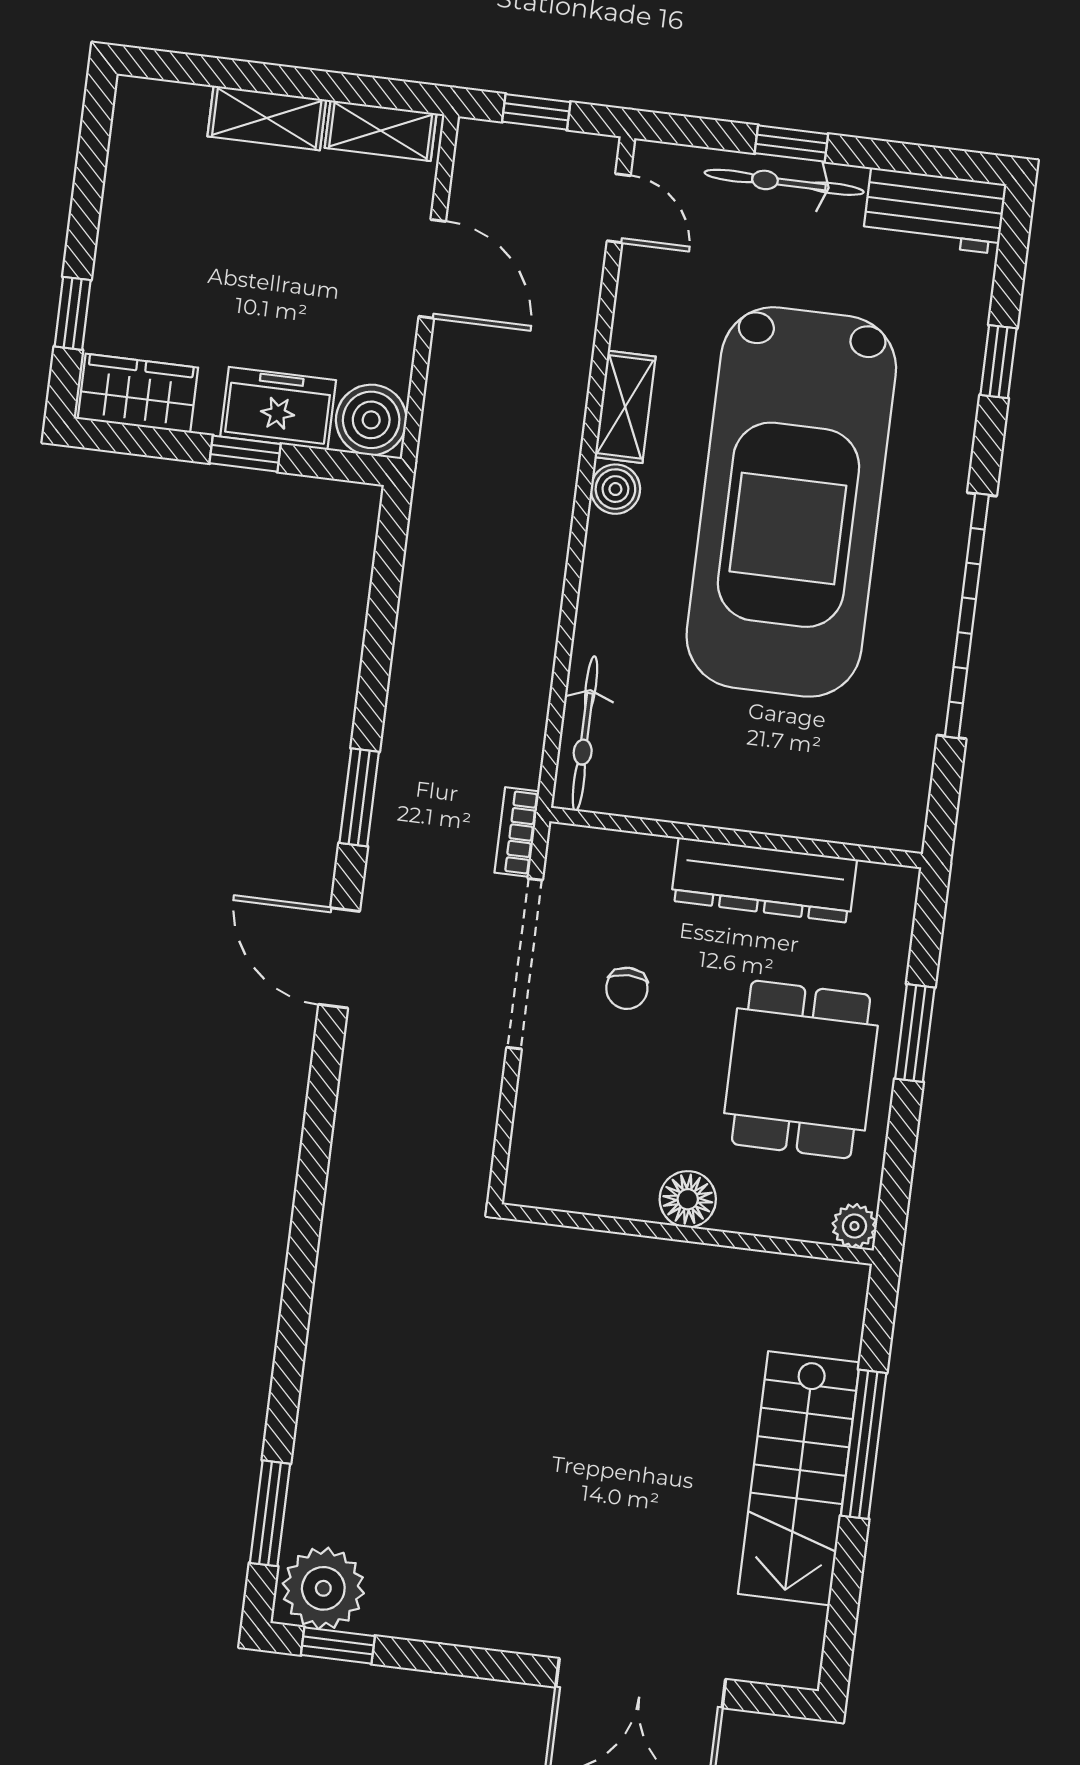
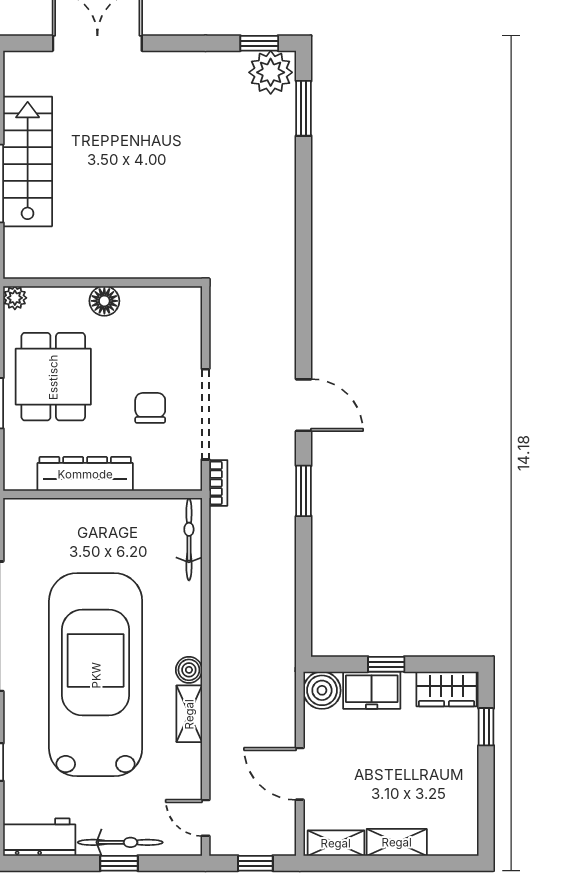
chair: (627, 988) -> (150, 408), width x1.37, depth x1.37

